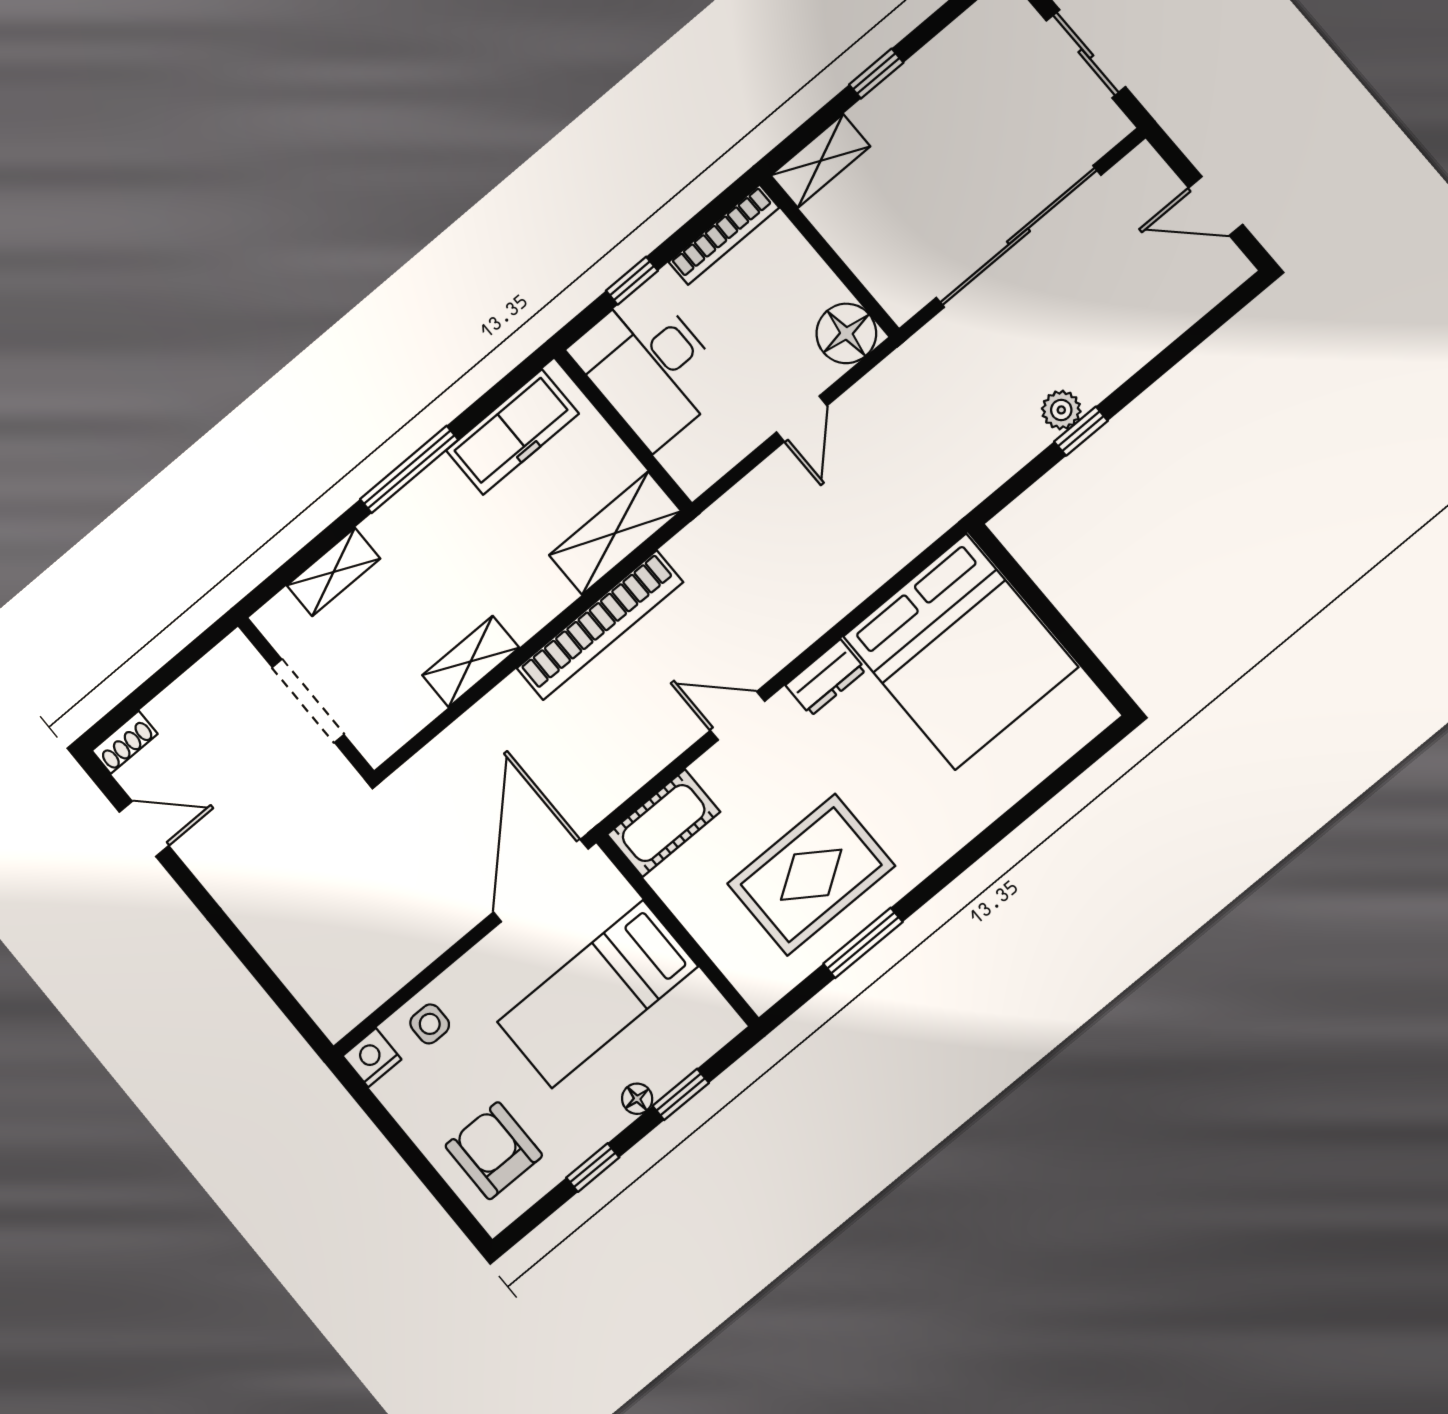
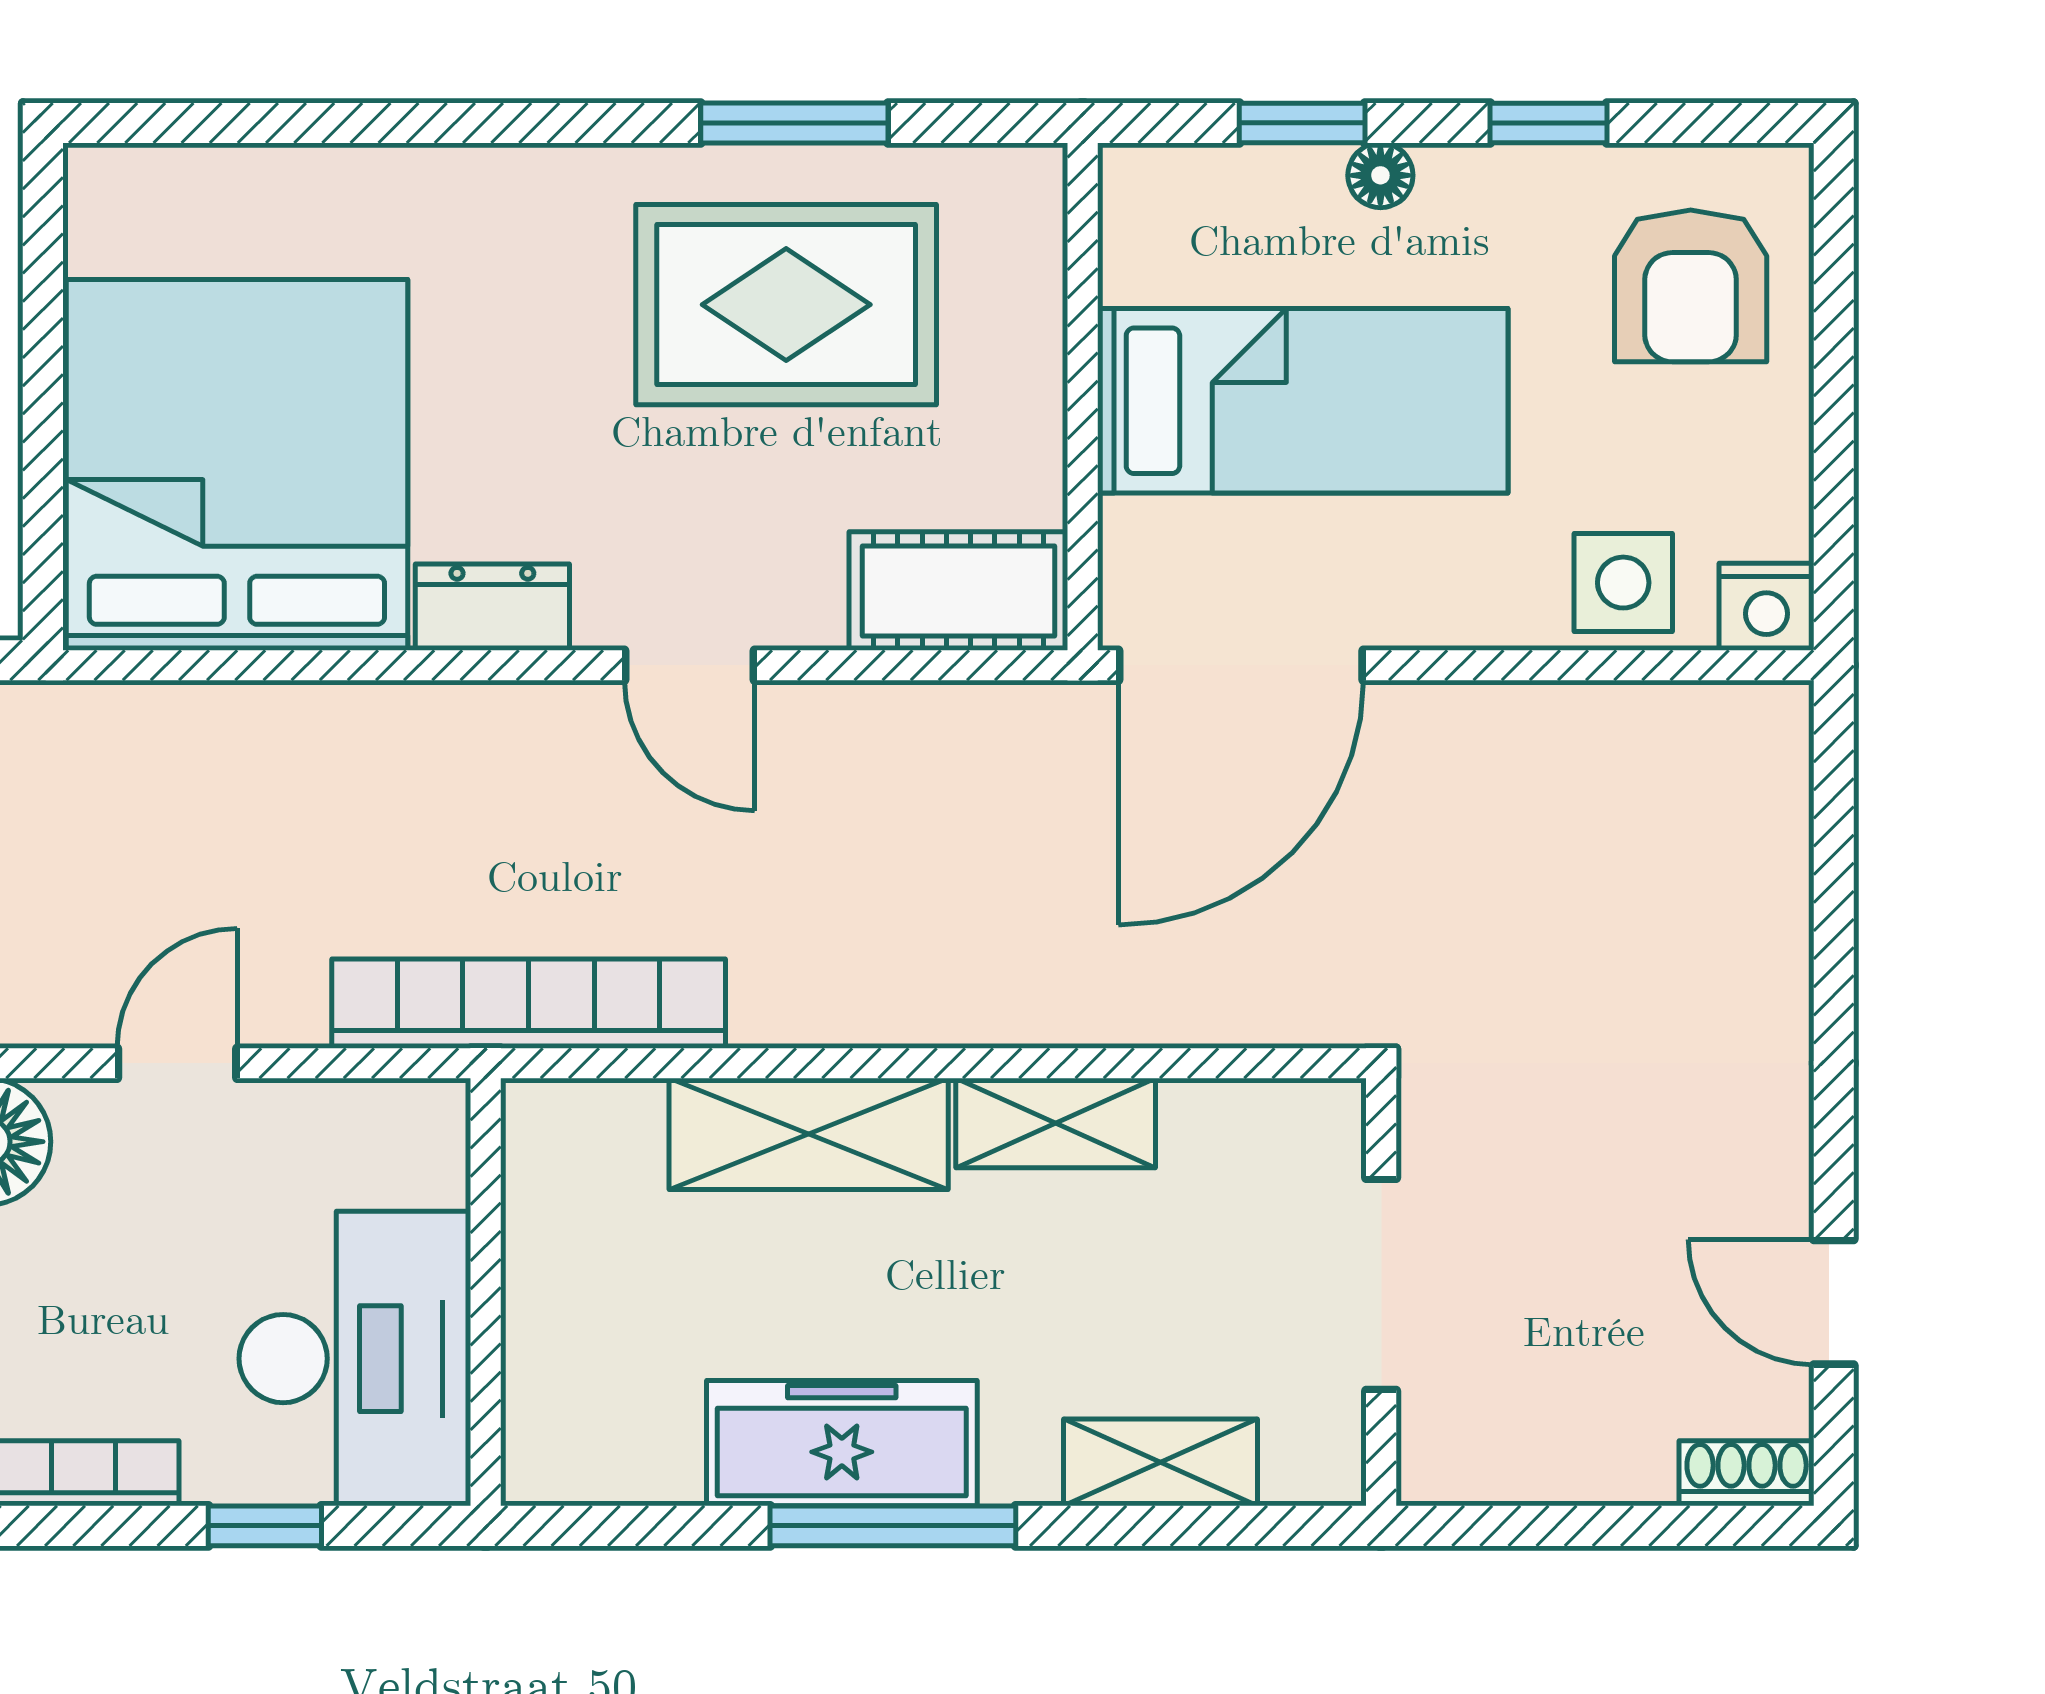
freezer: (512, 432) -> (842, 1443), moved
shelving: (615, 533) -> (809, 1134), moved
bookcase: (600, 625) -> (529, 1004), moved
side table: (430, 1024) -> (1623, 583), width x1.37, depth x1.37

